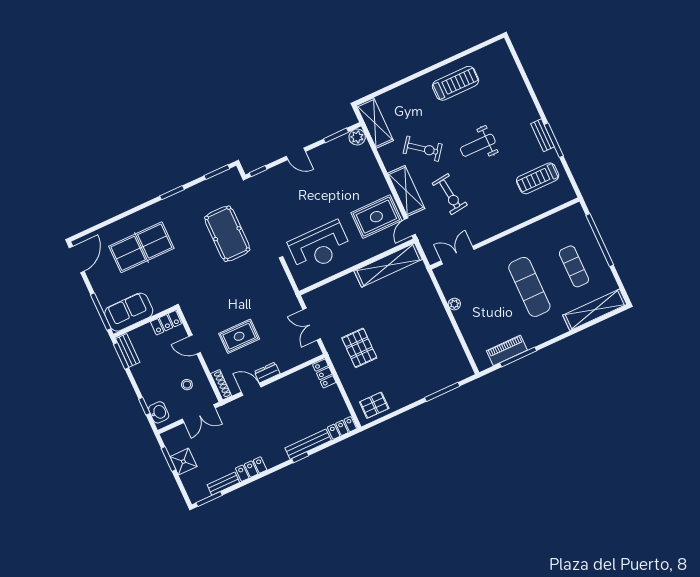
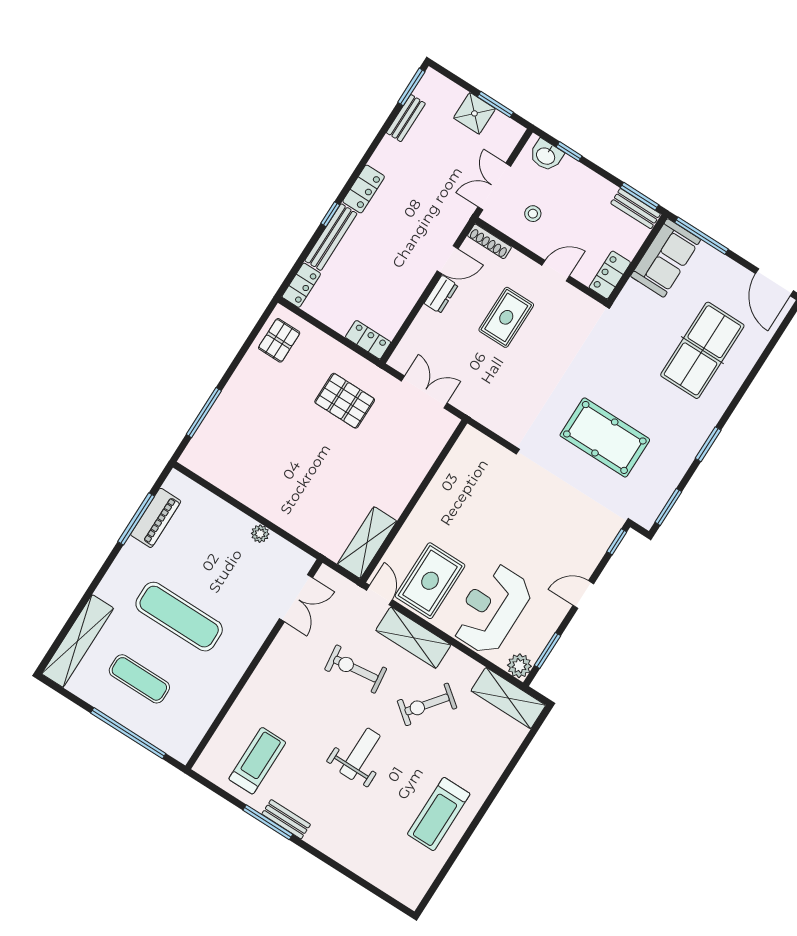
reception desk: (320, 247) -> (491, 609), moved
shelving: (388, 265) -> (367, 542), width x0.68
locker: (251, 469) -> (364, 189), moved

